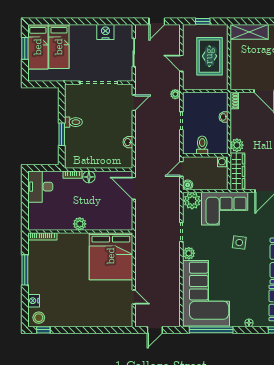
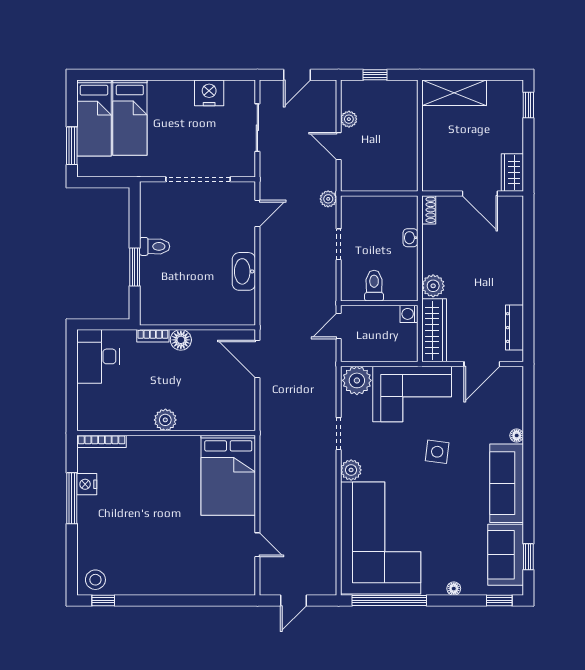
plant: (187, 47) -> (349, 119), added
window: (25, 48) -> (72, 146), moved
rug: (209, 56) -> (386, 134), removed
washbasin: (128, 142) -> (244, 271), width x1.91, depth x1.45
boiler: (188, 185) -> (349, 353), removed
bed: (111, 256) -> (228, 475), width x0.73
nightstand: (34, 301) -> (87, 484), moved

